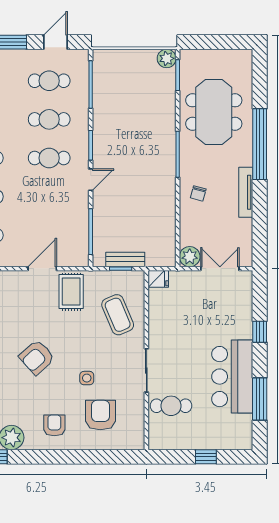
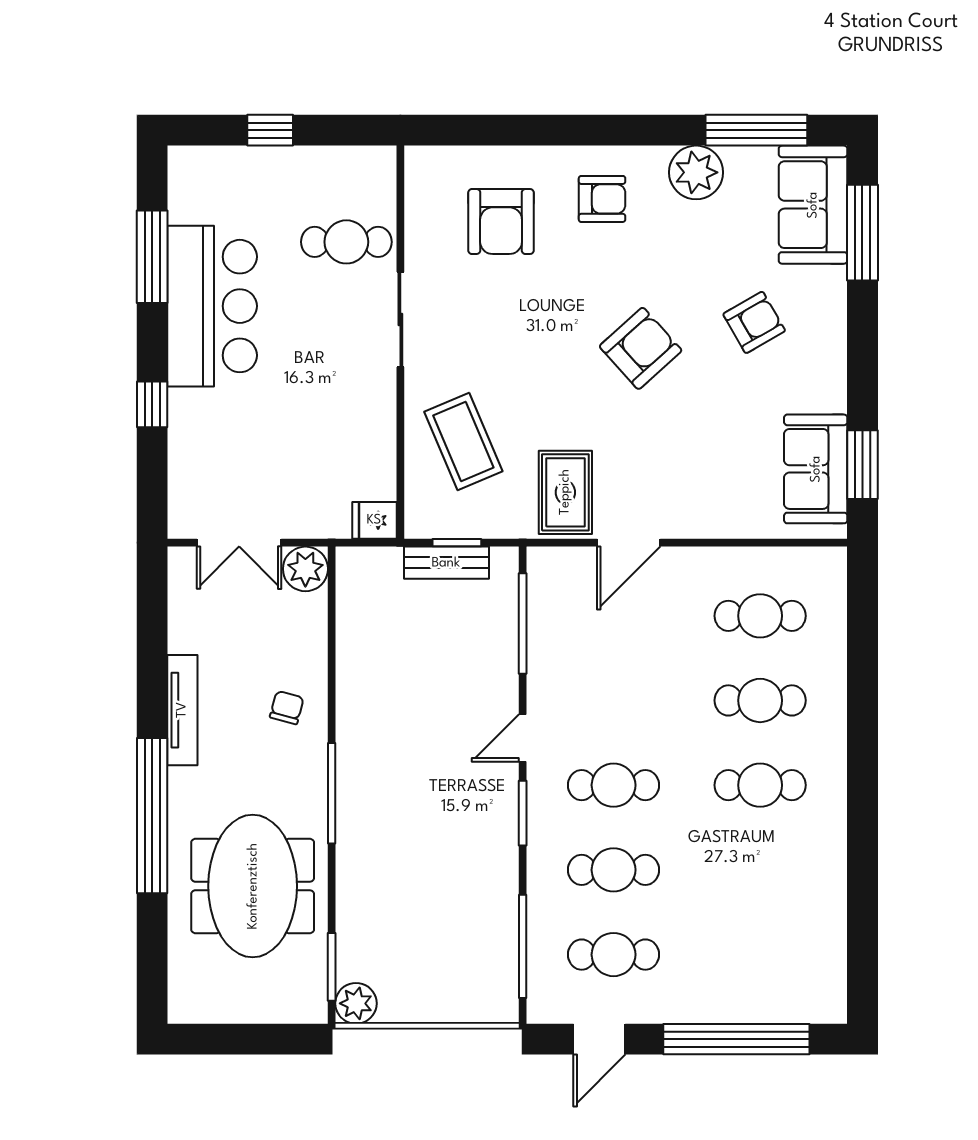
side table: (87, 378) -> (531, 303), removed
armchair: (54, 425) -> (602, 199), turned -90

